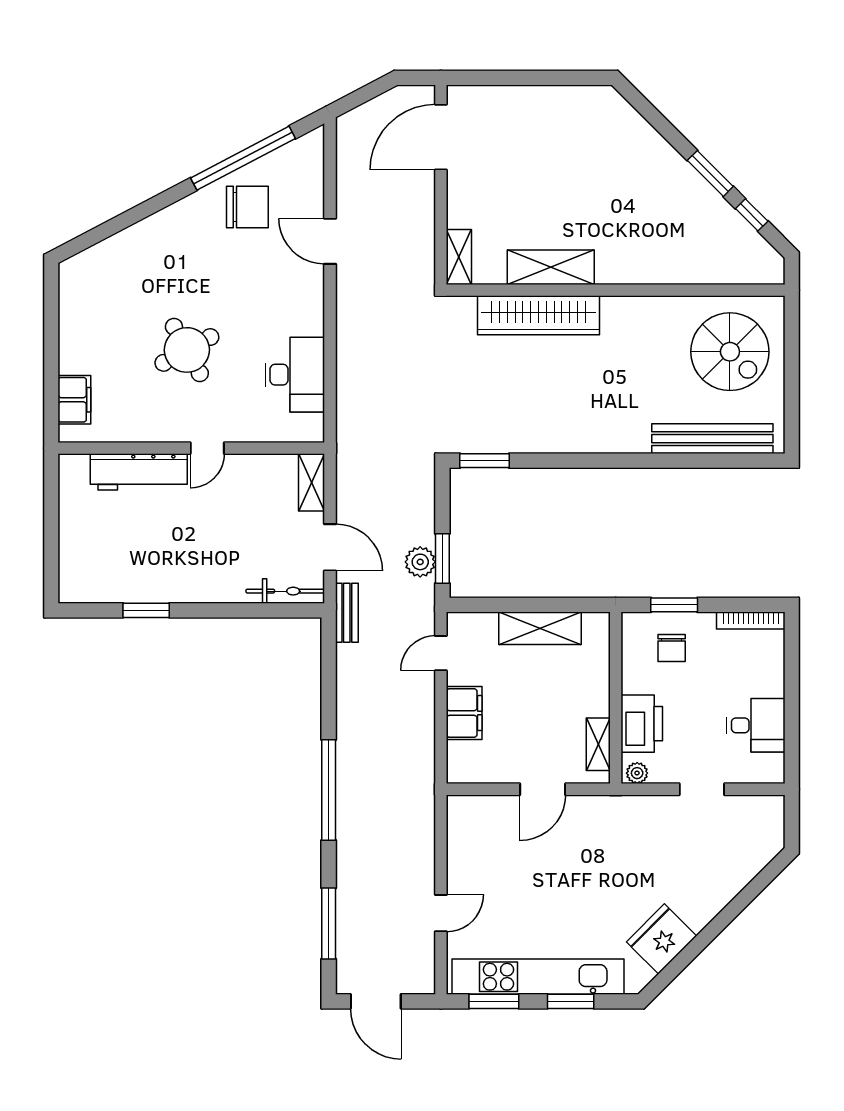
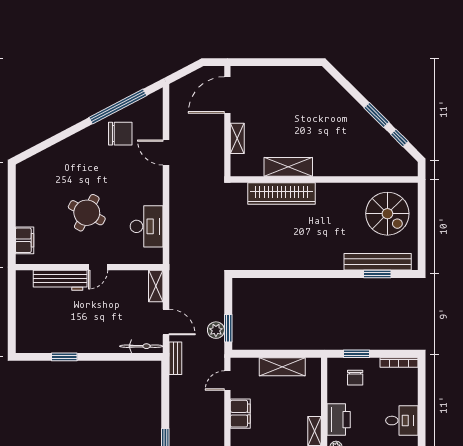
shelving: (459, 257) -> (237, 138), moved
round table: (187, 350) -> (87, 213), turned -33
window: (485, 461) -> (377, 274), moved

